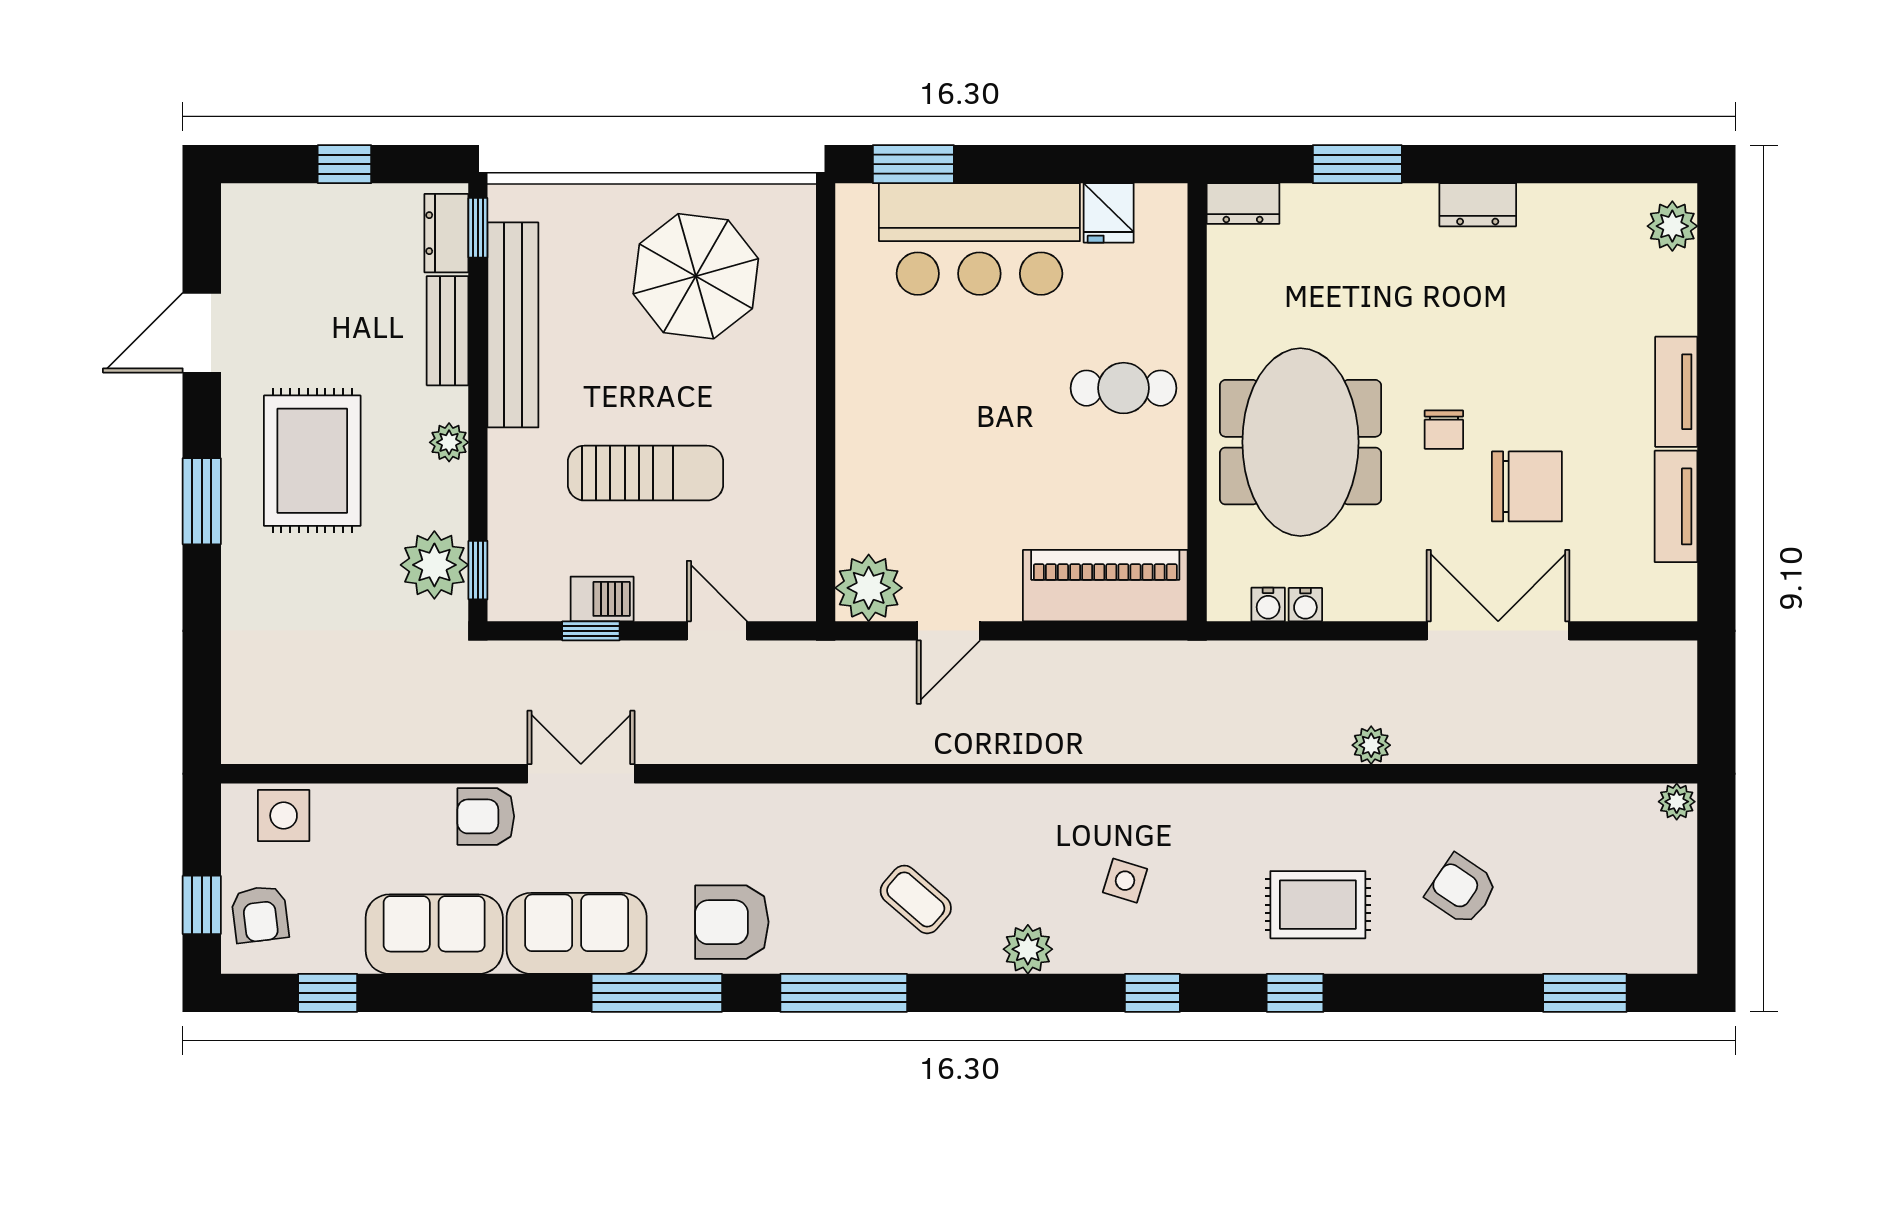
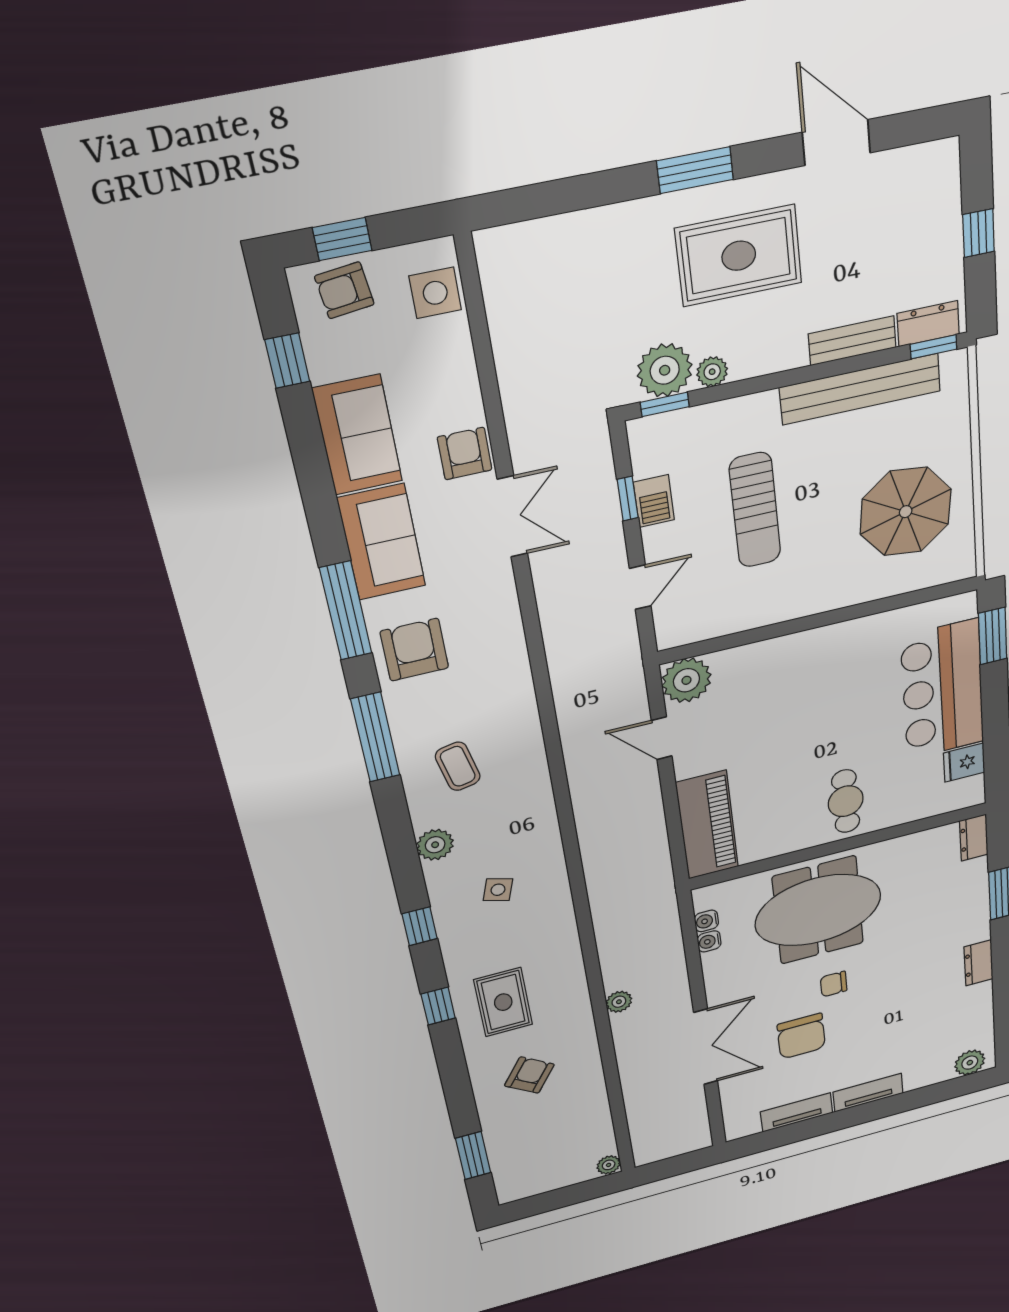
plant: (449, 442) -> (712, 372), moved
coffee table: (916, 899) -> (458, 766), turned -53

